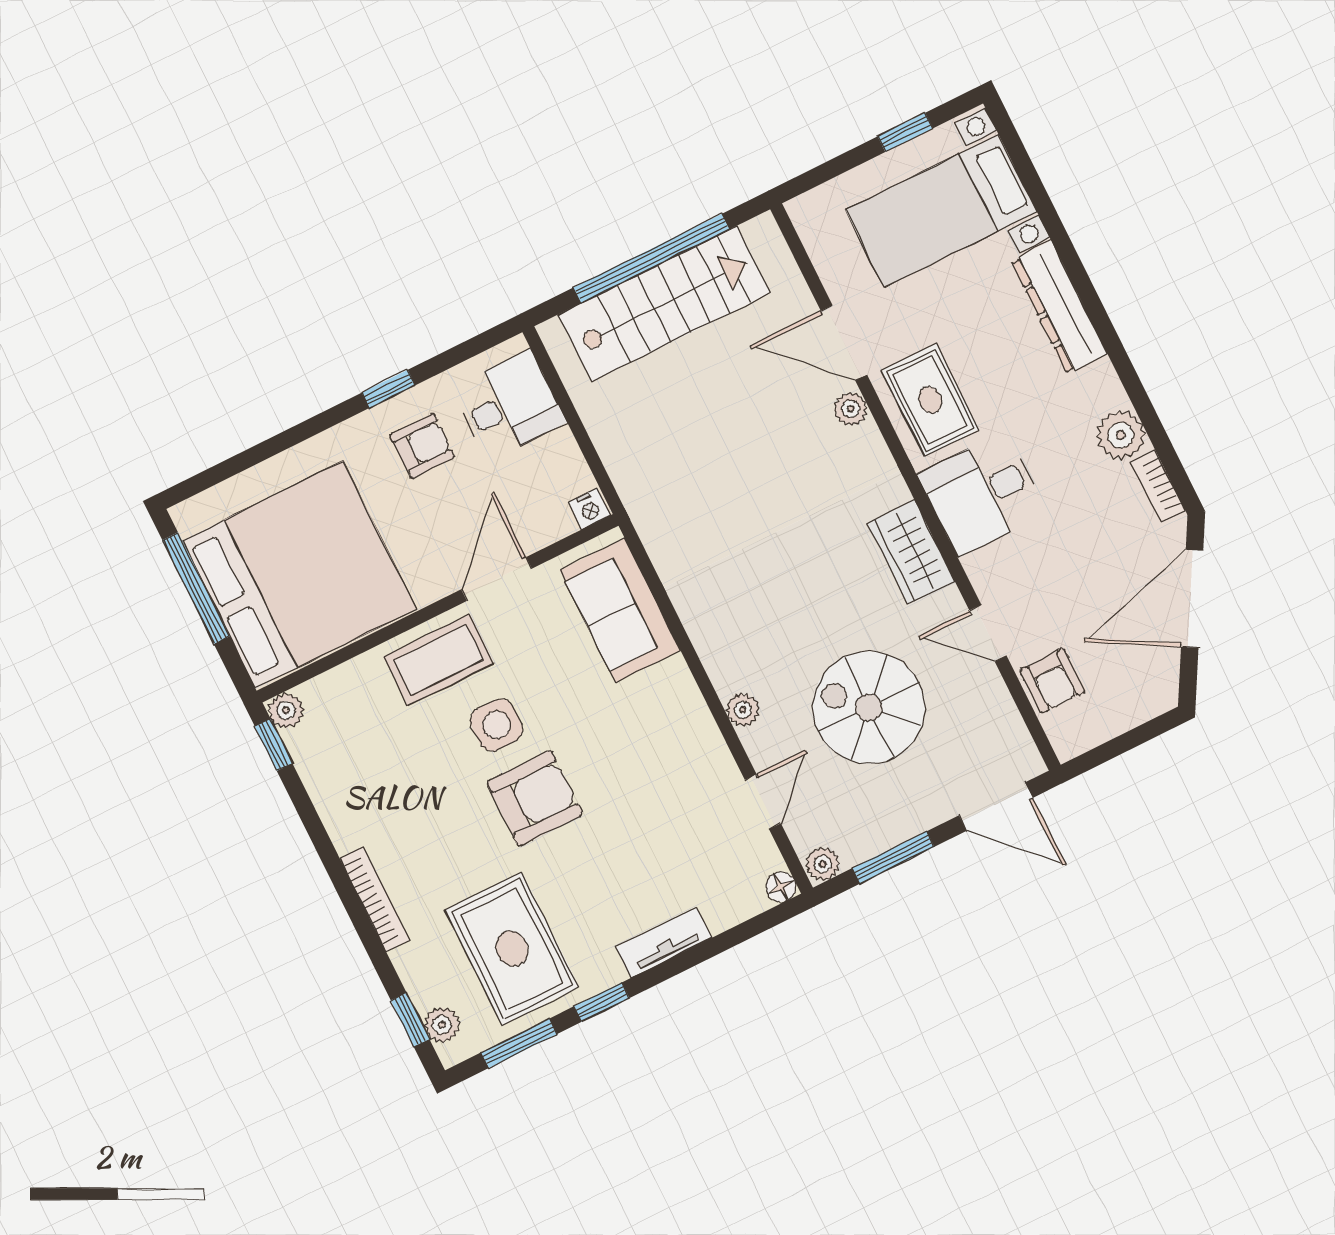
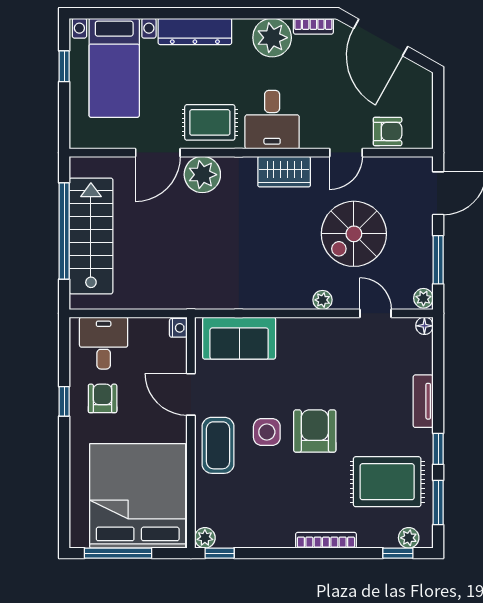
plant: (851, 409) -> (202, 175), width x1.88, depth x1.88
plant: (1121, 435) -> (272, 38), width x1.36, depth x1.36

